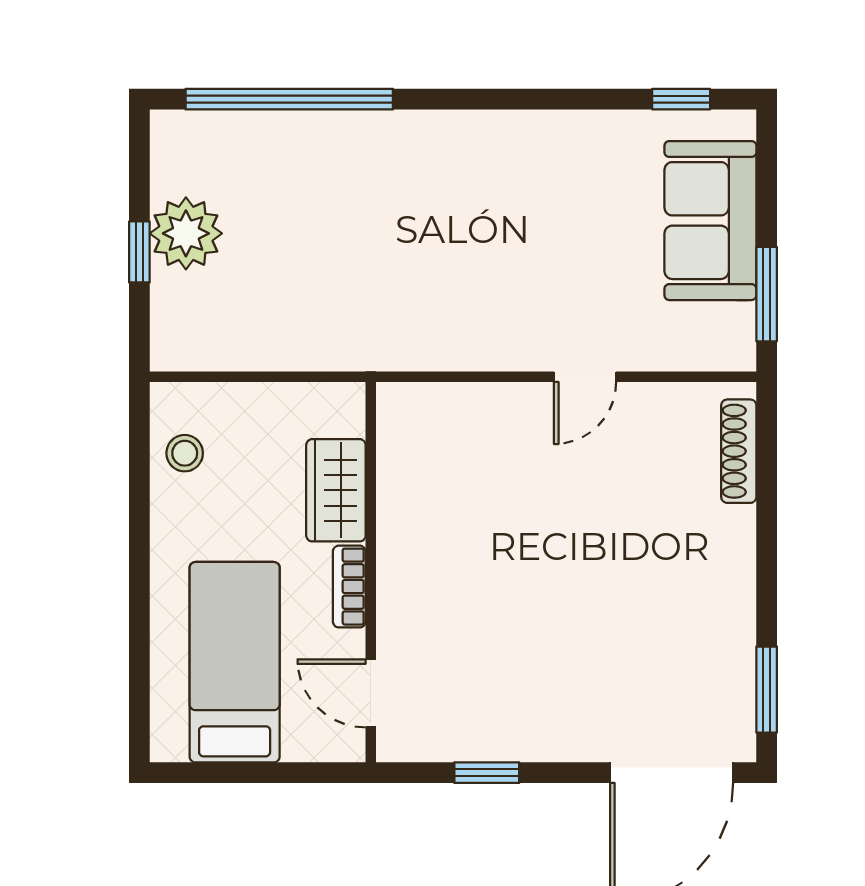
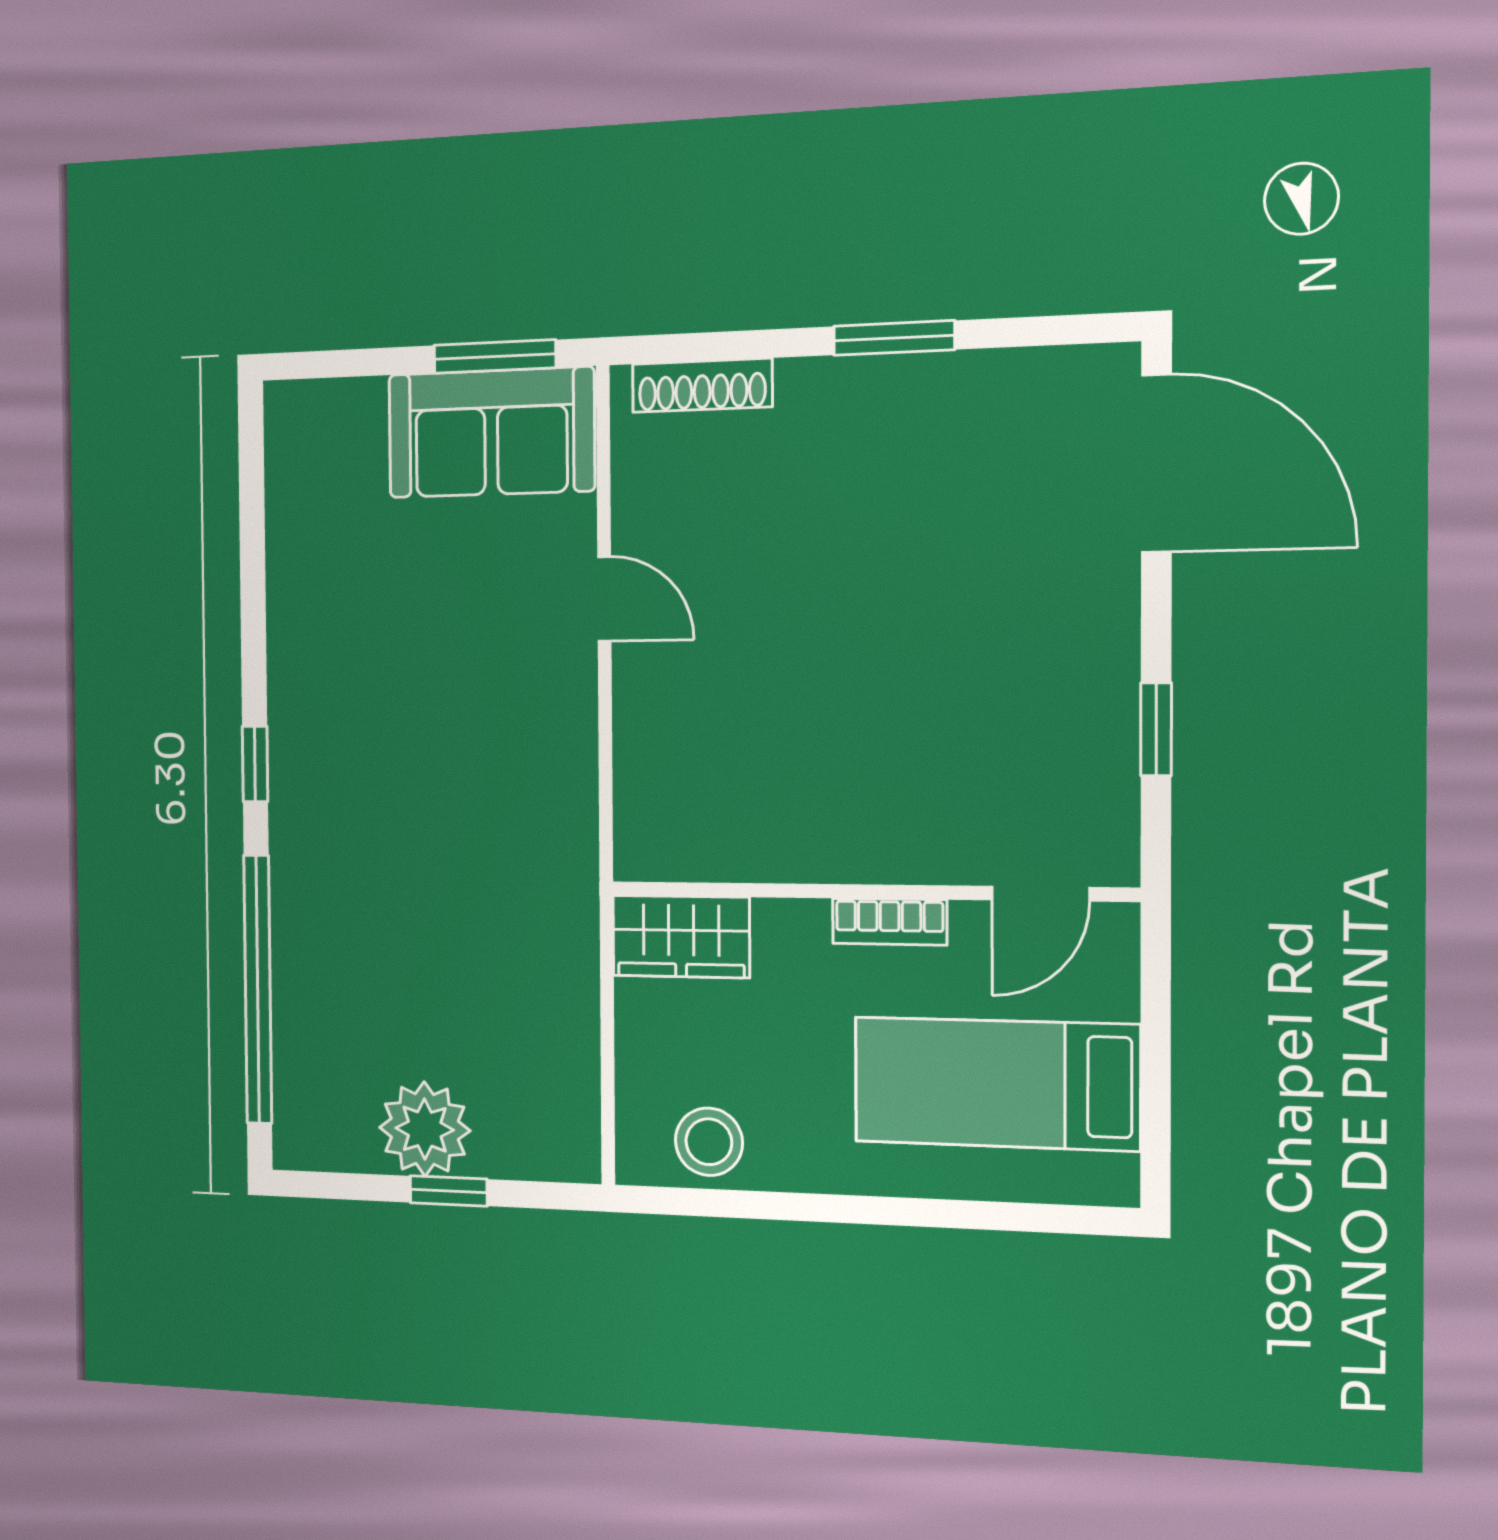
window: (681, 99) -> (255, 764), moved
sofa: (710, 221) -> (491, 432), moved
stool: (185, 453) -> (709, 1142), width x1.37, depth x1.37
wardrobe: (336, 490) -> (681, 937), moved
window: (767, 690) -> (894, 338), moved

